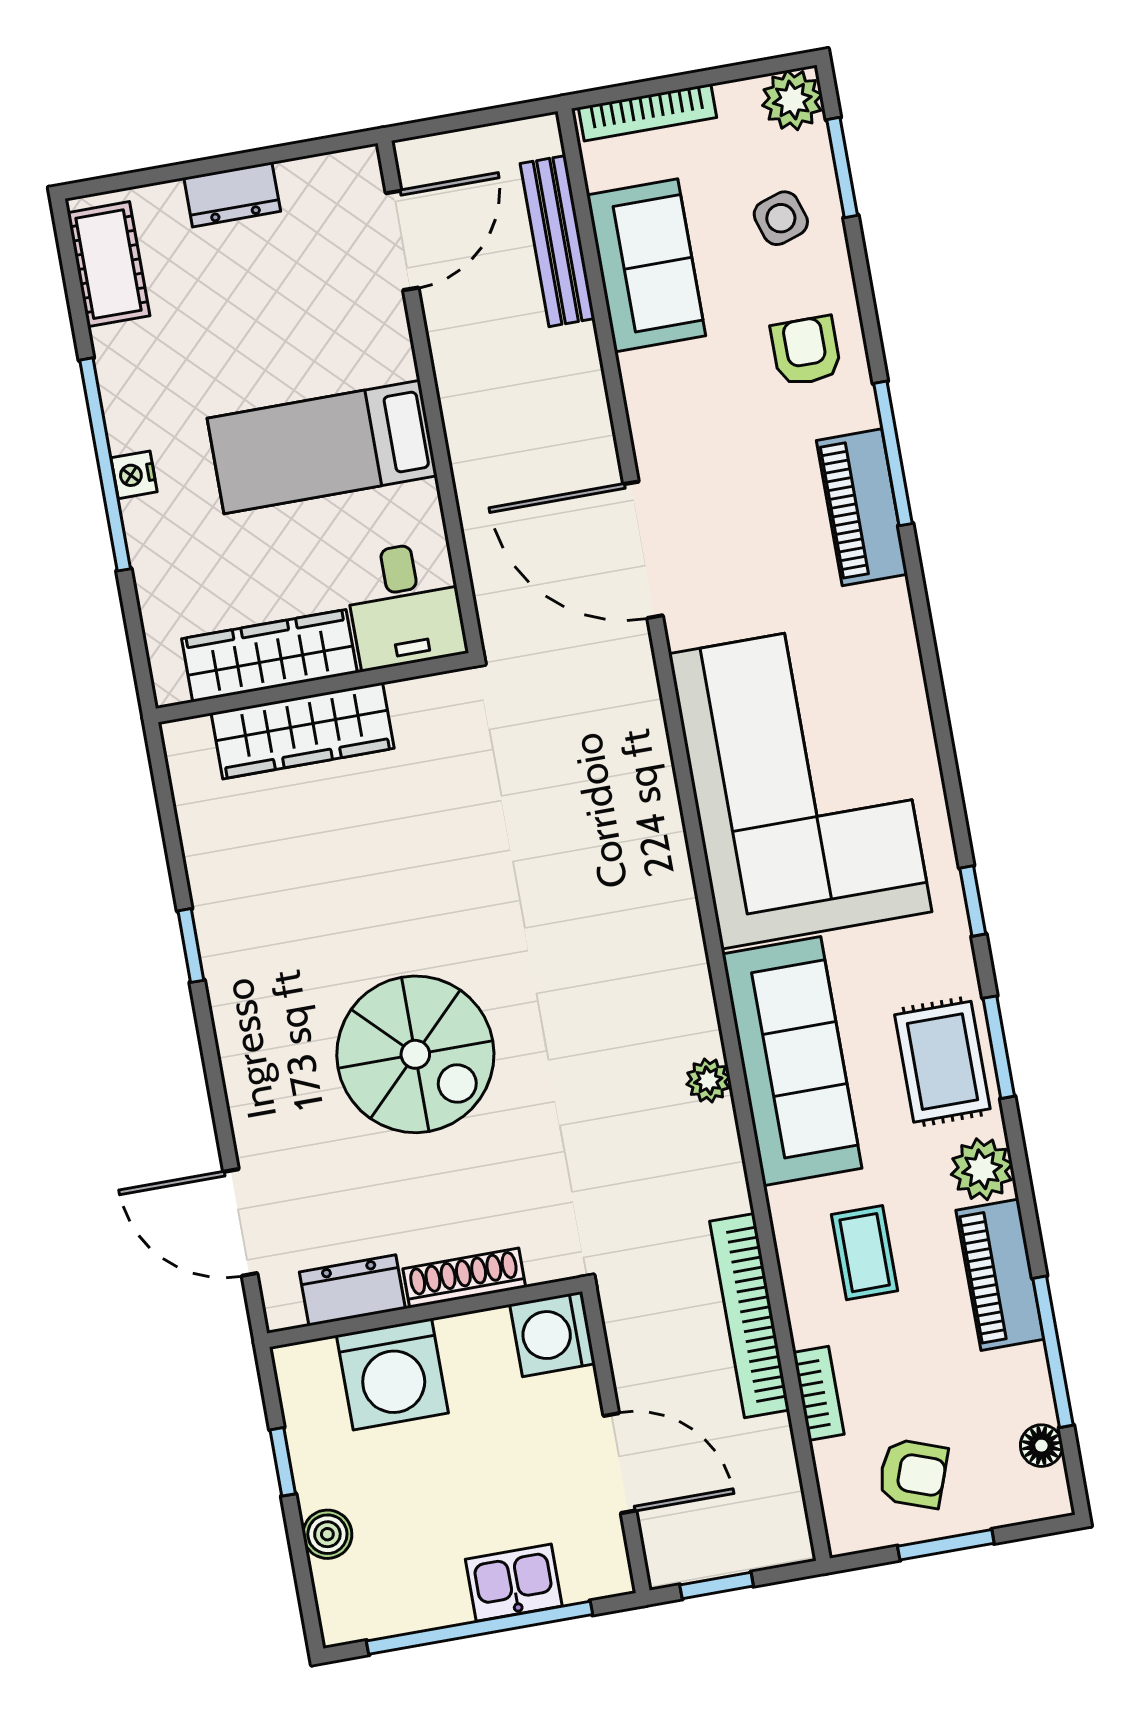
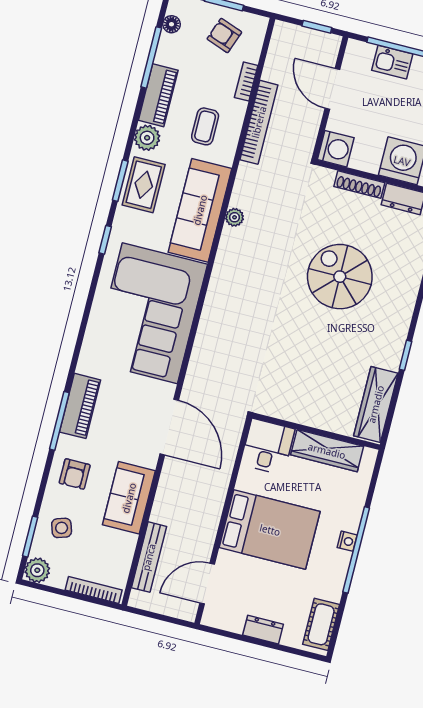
sofa: (646, 265) -> (129, 498), moved
bed: (322, 447) -> (270, 530), width x1.50
wardrobe: (303, 731) -> (376, 404), moved, turned -90

